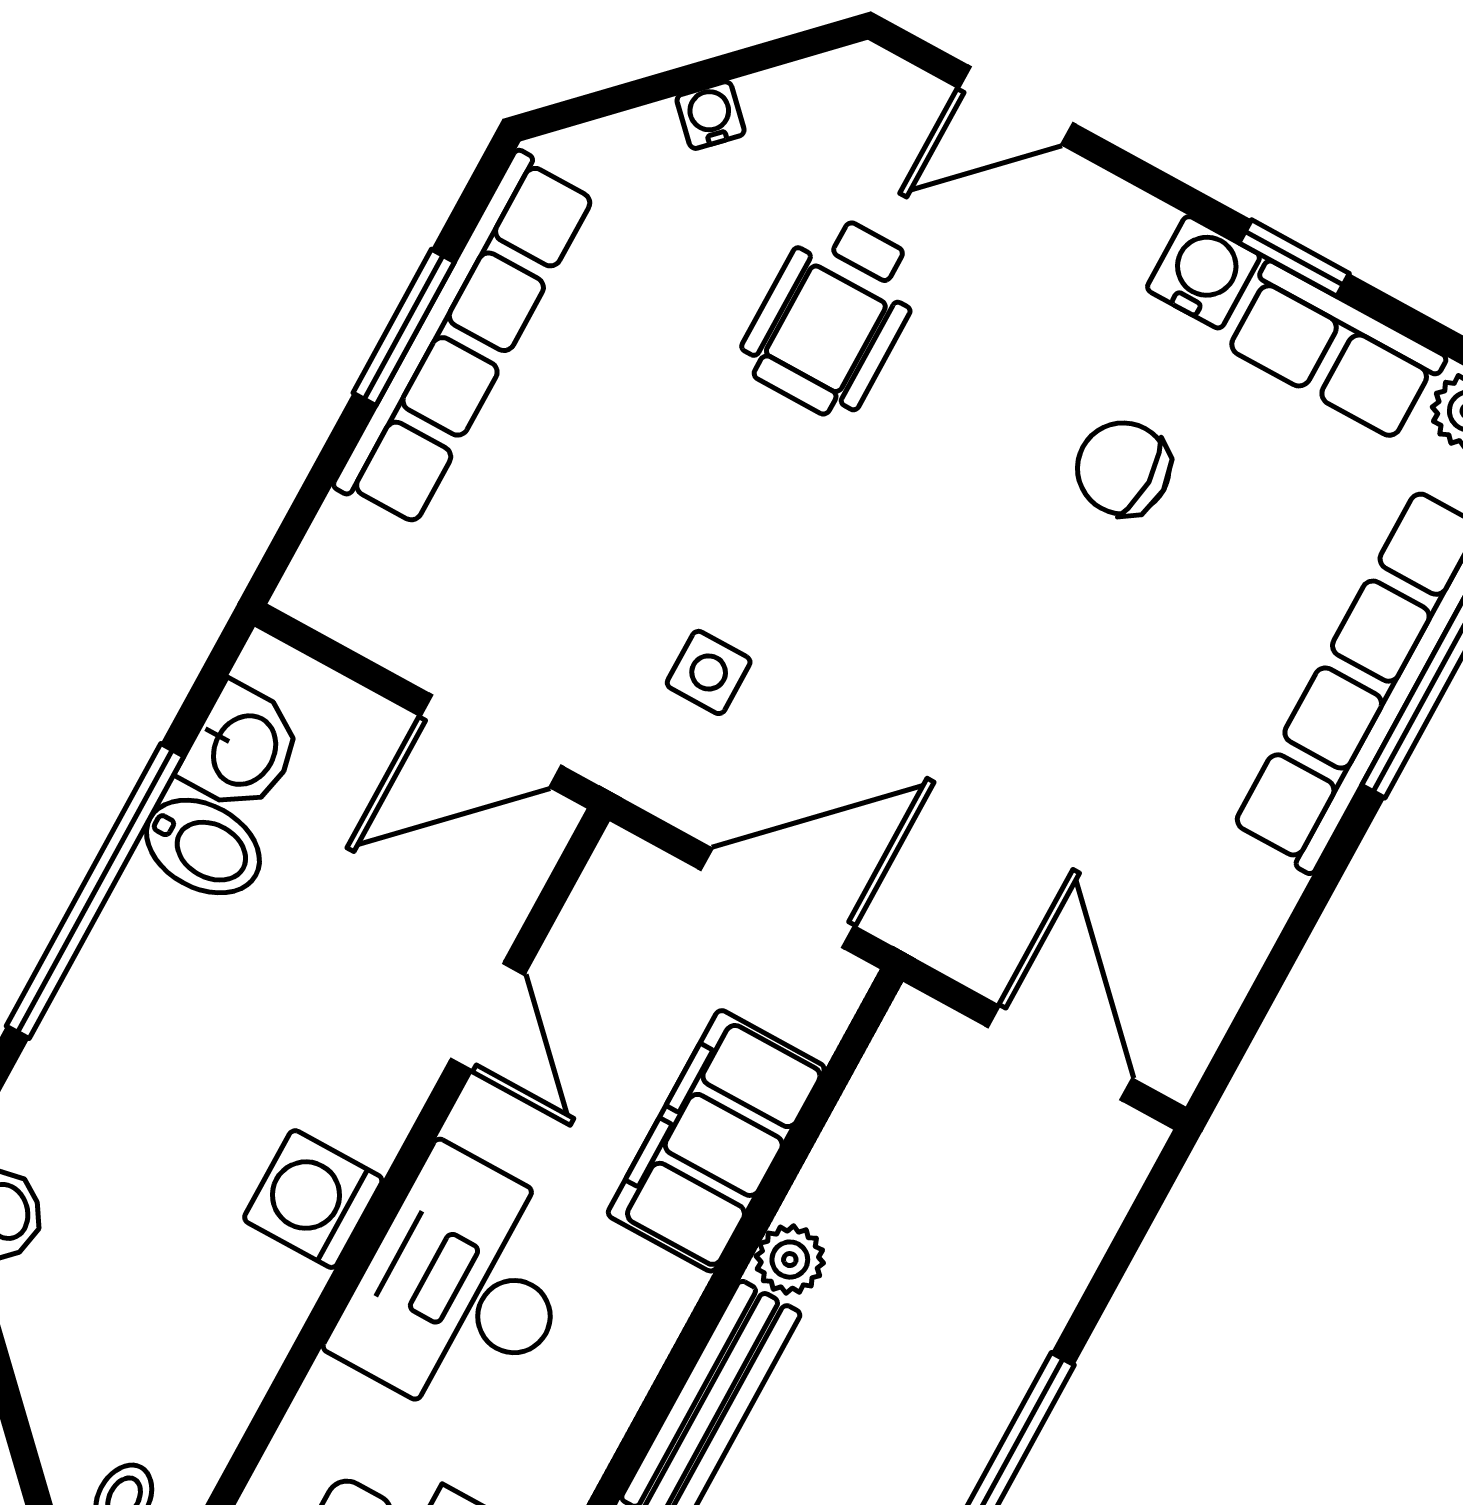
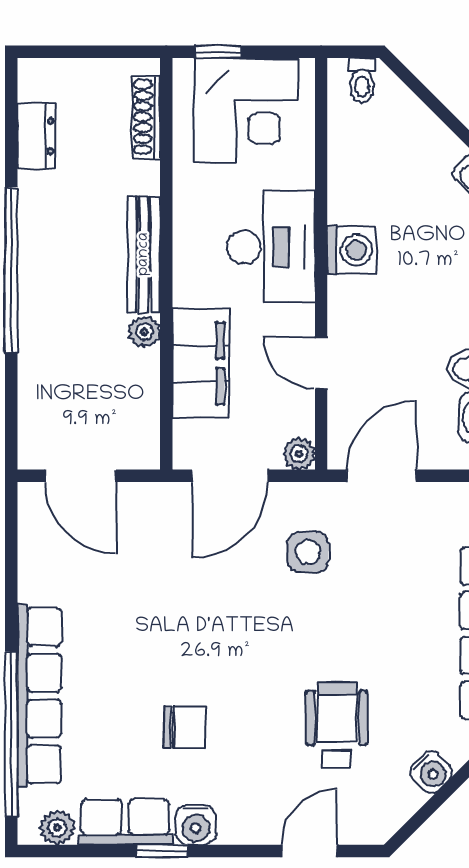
water cooler: (711, 115) -> (431, 772), width x1.38, depth x1.38
side table: (709, 672) -> (308, 552), width x1.37, depth x1.37
plant: (623, 868) -> (299, 454), added

